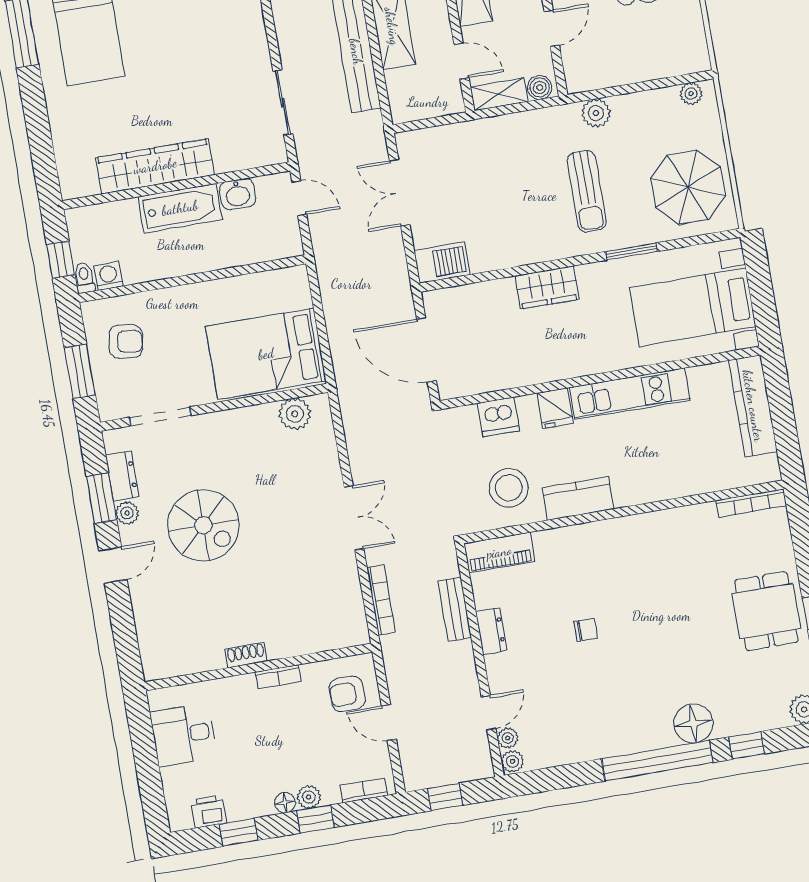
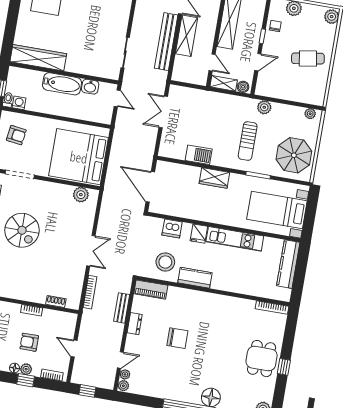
wardrobe: (155, 166) -> (38, 58), moved
barbecue: (442, 263) -> (199, 155), moved
bed: (266, 354) -> (79, 157), width x1.36
chair: (586, 630) -> (177, 338), width x1.87, depth x1.87
shoe rack: (246, 655) -> (56, 301), moved
armchair: (347, 694) -> (29, 342), moved

